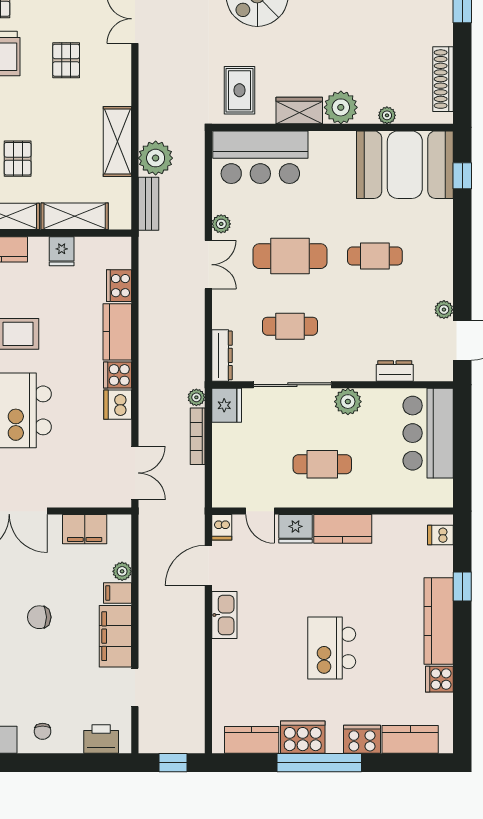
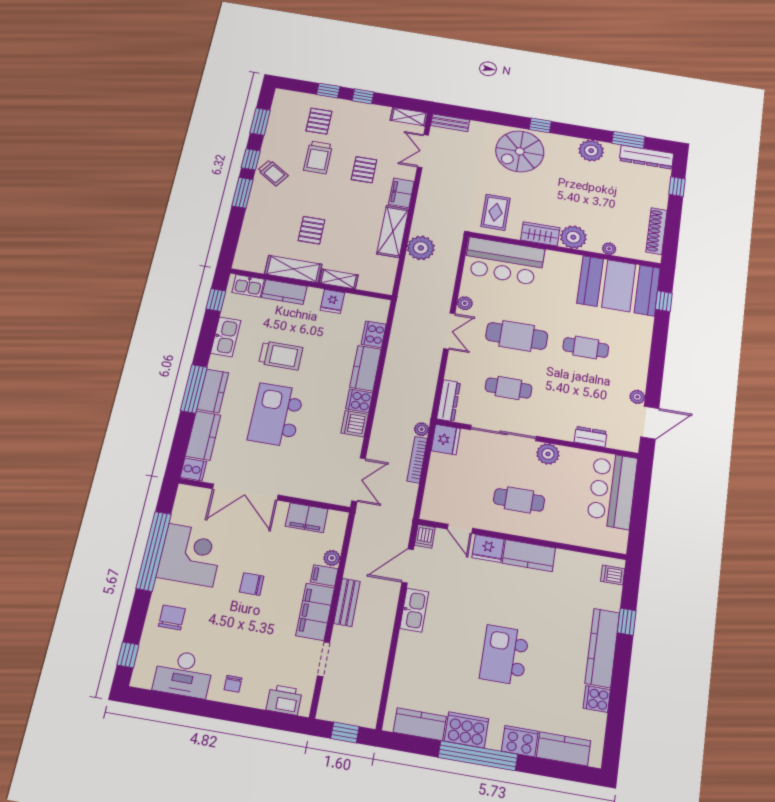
filing cabinet: (118, 85) -> (401, 193), added
bench: (149, 204) -> (347, 602), moved
shelving: (75, 216) -> (339, 279), width x0.67, depth x0.75

